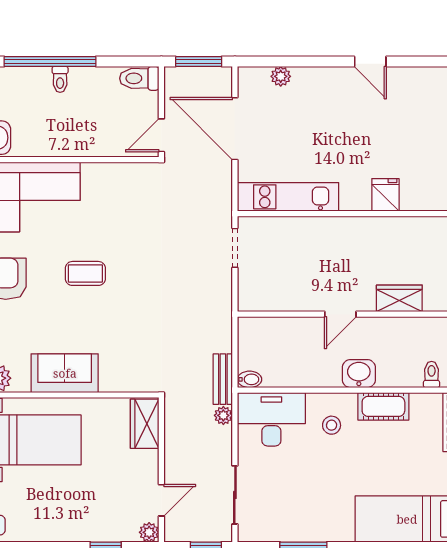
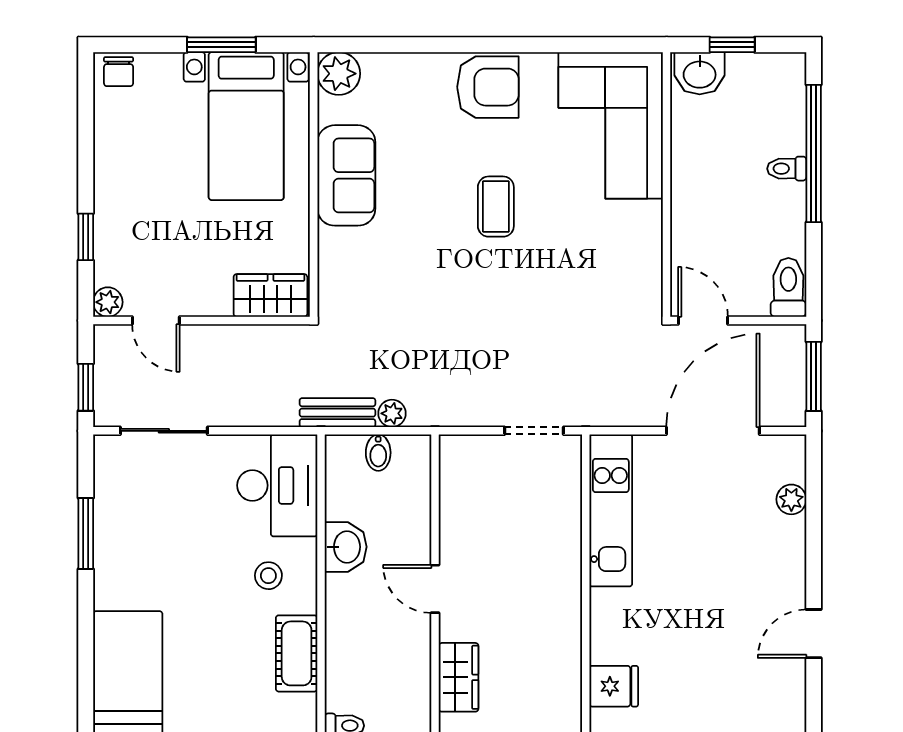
fridge: (385, 195) -> (614, 686), moved
washbasin: (359, 374) -> (346, 547), moved
bidet: (250, 379) -> (378, 453), moved
plant: (223, 415) -> (392, 413), moved

